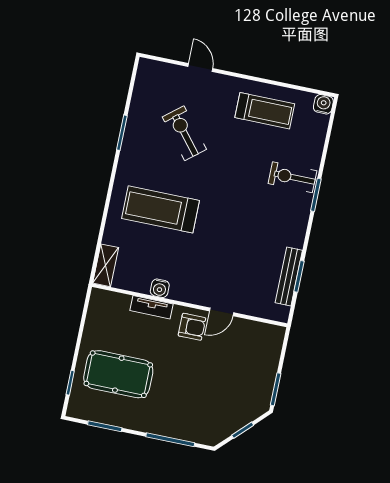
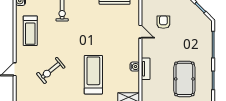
treadmill: (265, 111) -> (30, 31), turned 180
treadmill: (161, 209) -> (93, 75), turned 180
armchair: (192, 327) -> (163, 22), moved

